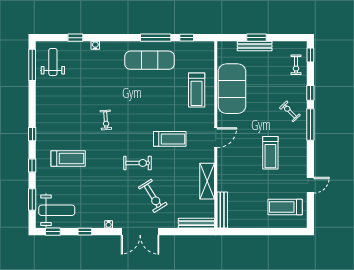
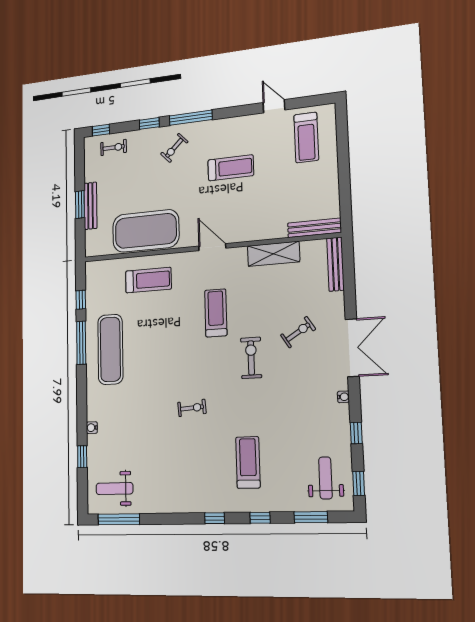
exercise bike: (153, 196) -> (298, 332), width x0.73, depth x0.72
weight bench: (57, 210) -> (325, 478), width x0.73, depth x0.75

